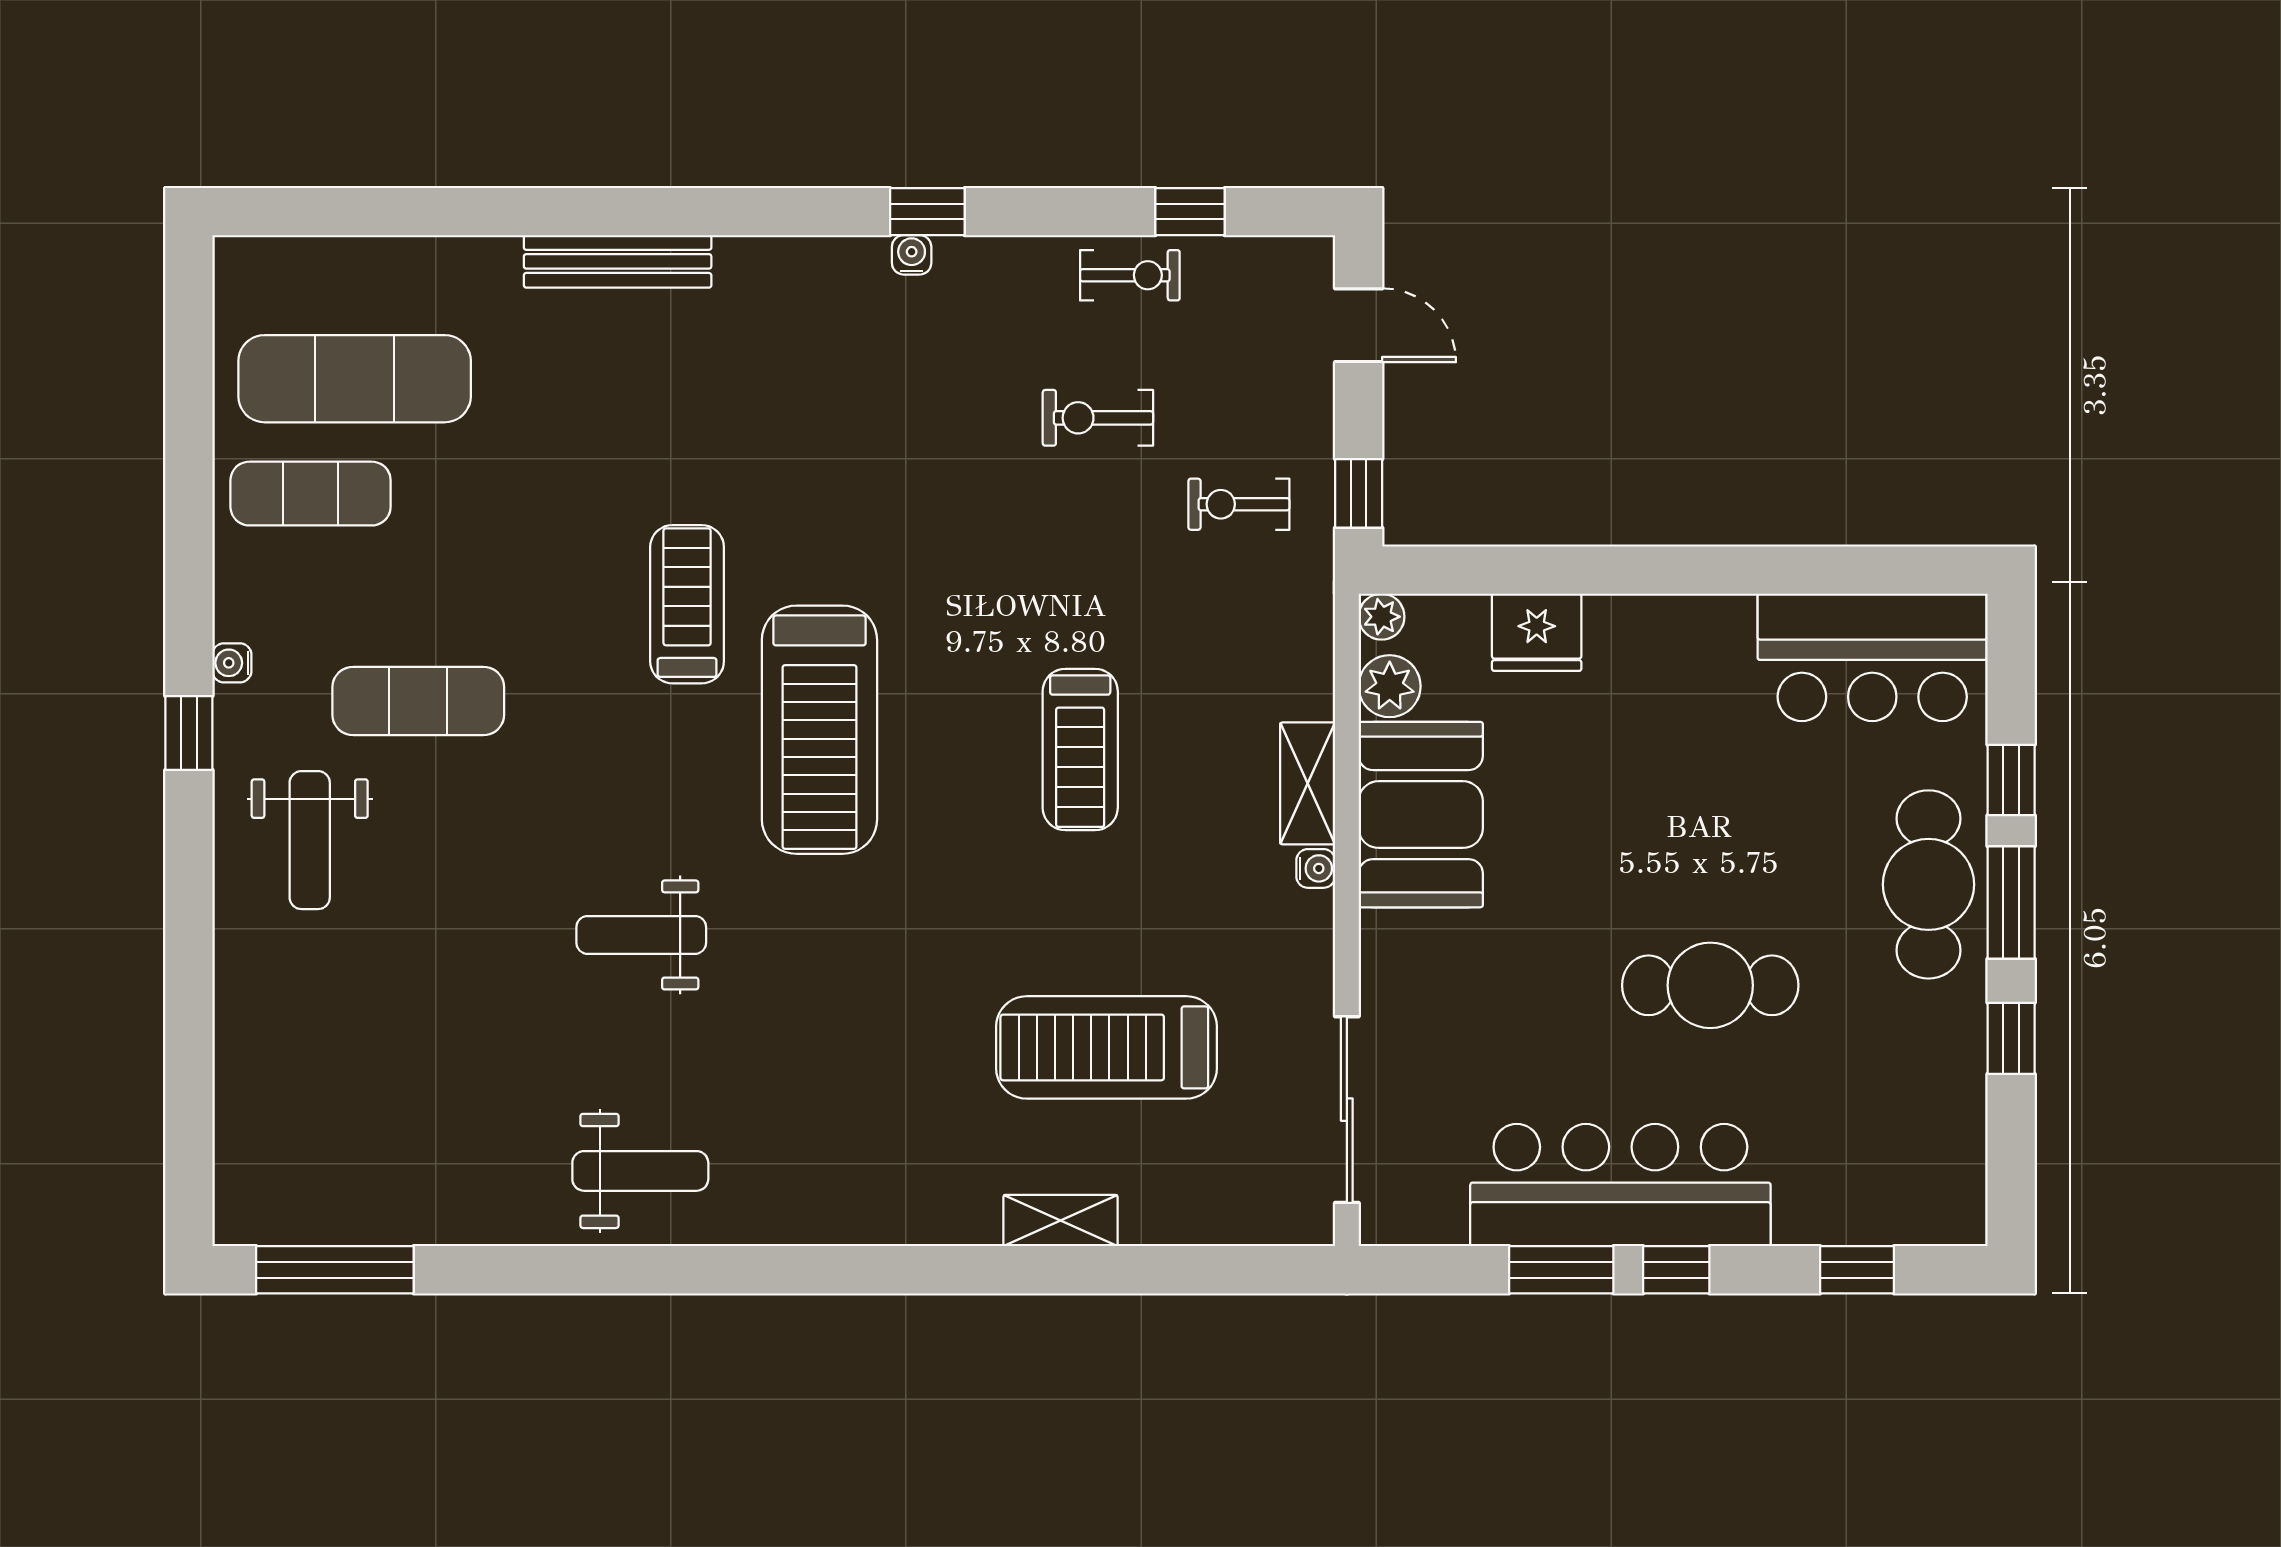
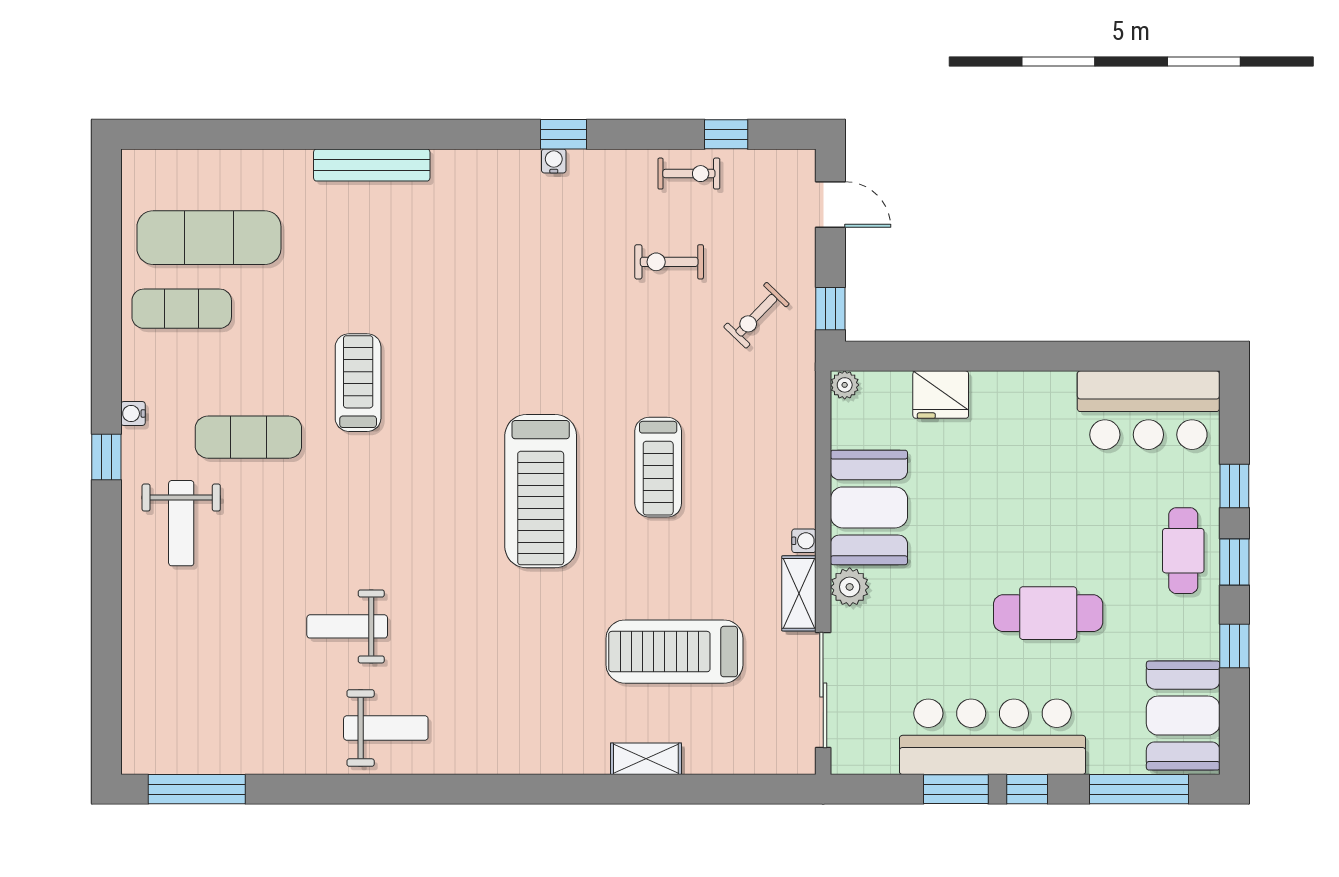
exercise bike: (1239, 504) -> (756, 315), turned -46
treadmill: (687, 604) -> (358, 383), moved
plant: (1390, 686) -> (850, 587), moved
treadmill: (819, 730) -> (541, 491), moved
shelving: (1308, 783) -> (799, 593), moved
cafe table: (1928, 884) -> (1183, 551), width x0.73, depth x0.74
window: (2011, 903) -> (1234, 562), width x0.67
weight bench: (641, 935) -> (347, 626), moved
booth: (1928, 1151) -> (1183, 716), added
window: (1857, 1270) -> (1139, 789), width x2.17

